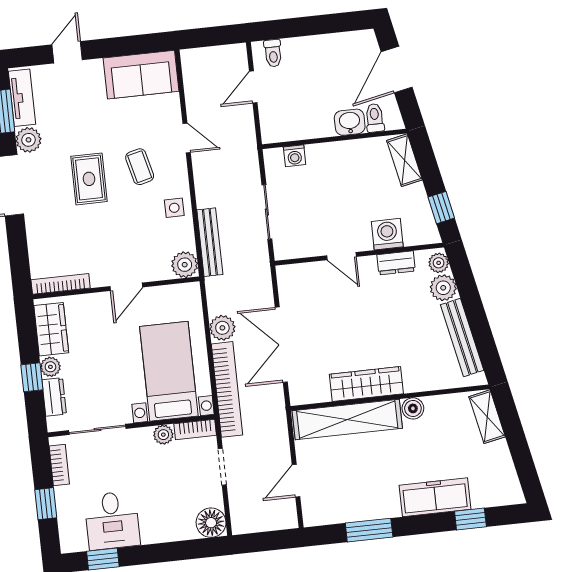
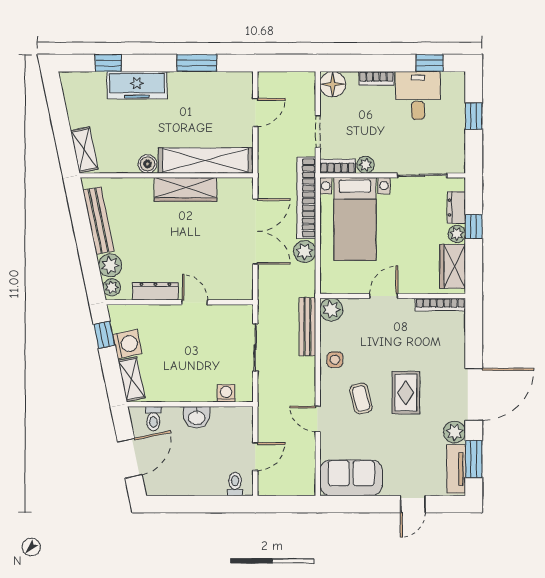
washbasin: (350, 122) -> (197, 417), moved
washing machine: (387, 234) -> (127, 344), moved, turned -102
dresser: (396, 263) -> (155, 291), width x1.44
bookcase: (59, 465) -> (376, 78), moved, turned -90

